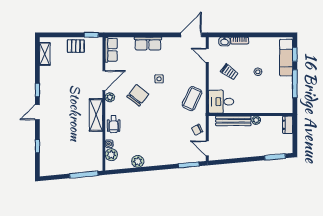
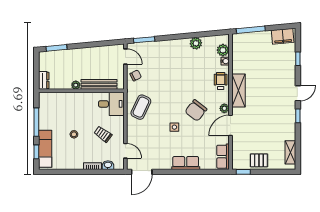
filing cabinet: (52, 168) -> (283, 36), added

